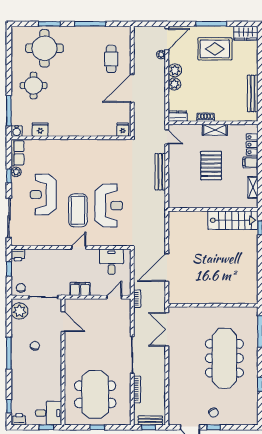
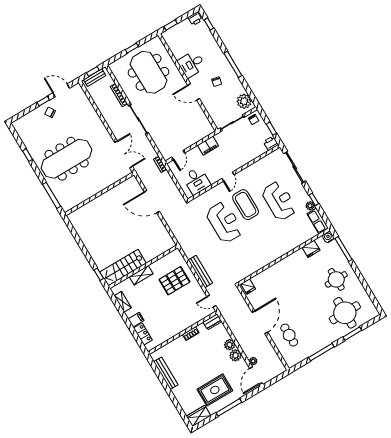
shelving: (215, 130) -> (141, 275), moved
pallet: (211, 166) -> (174, 281), moved, turned 90
reception desk: (109, 206) -> (224, 222), turned 180
door: (167, 268) -> (152, 202), swing flipped
door: (63, 322) -> (194, 92), moved
meeting table: (224, 358) -> (67, 159), turned 90
desk: (49, 413) -> (192, 64), moved

